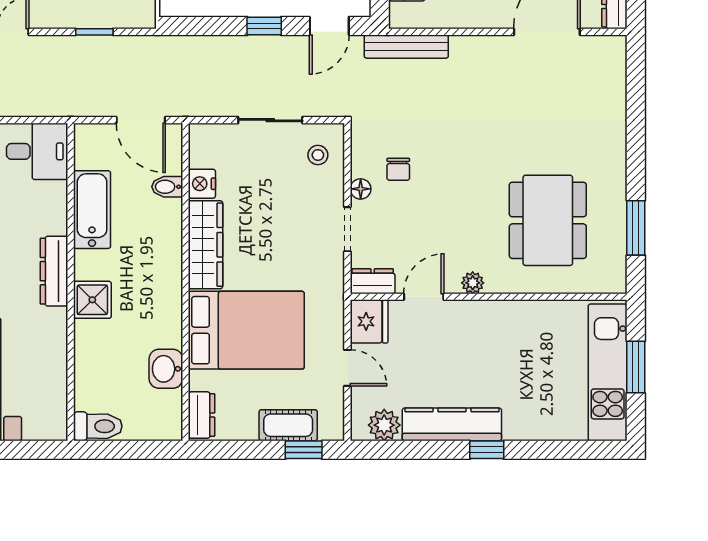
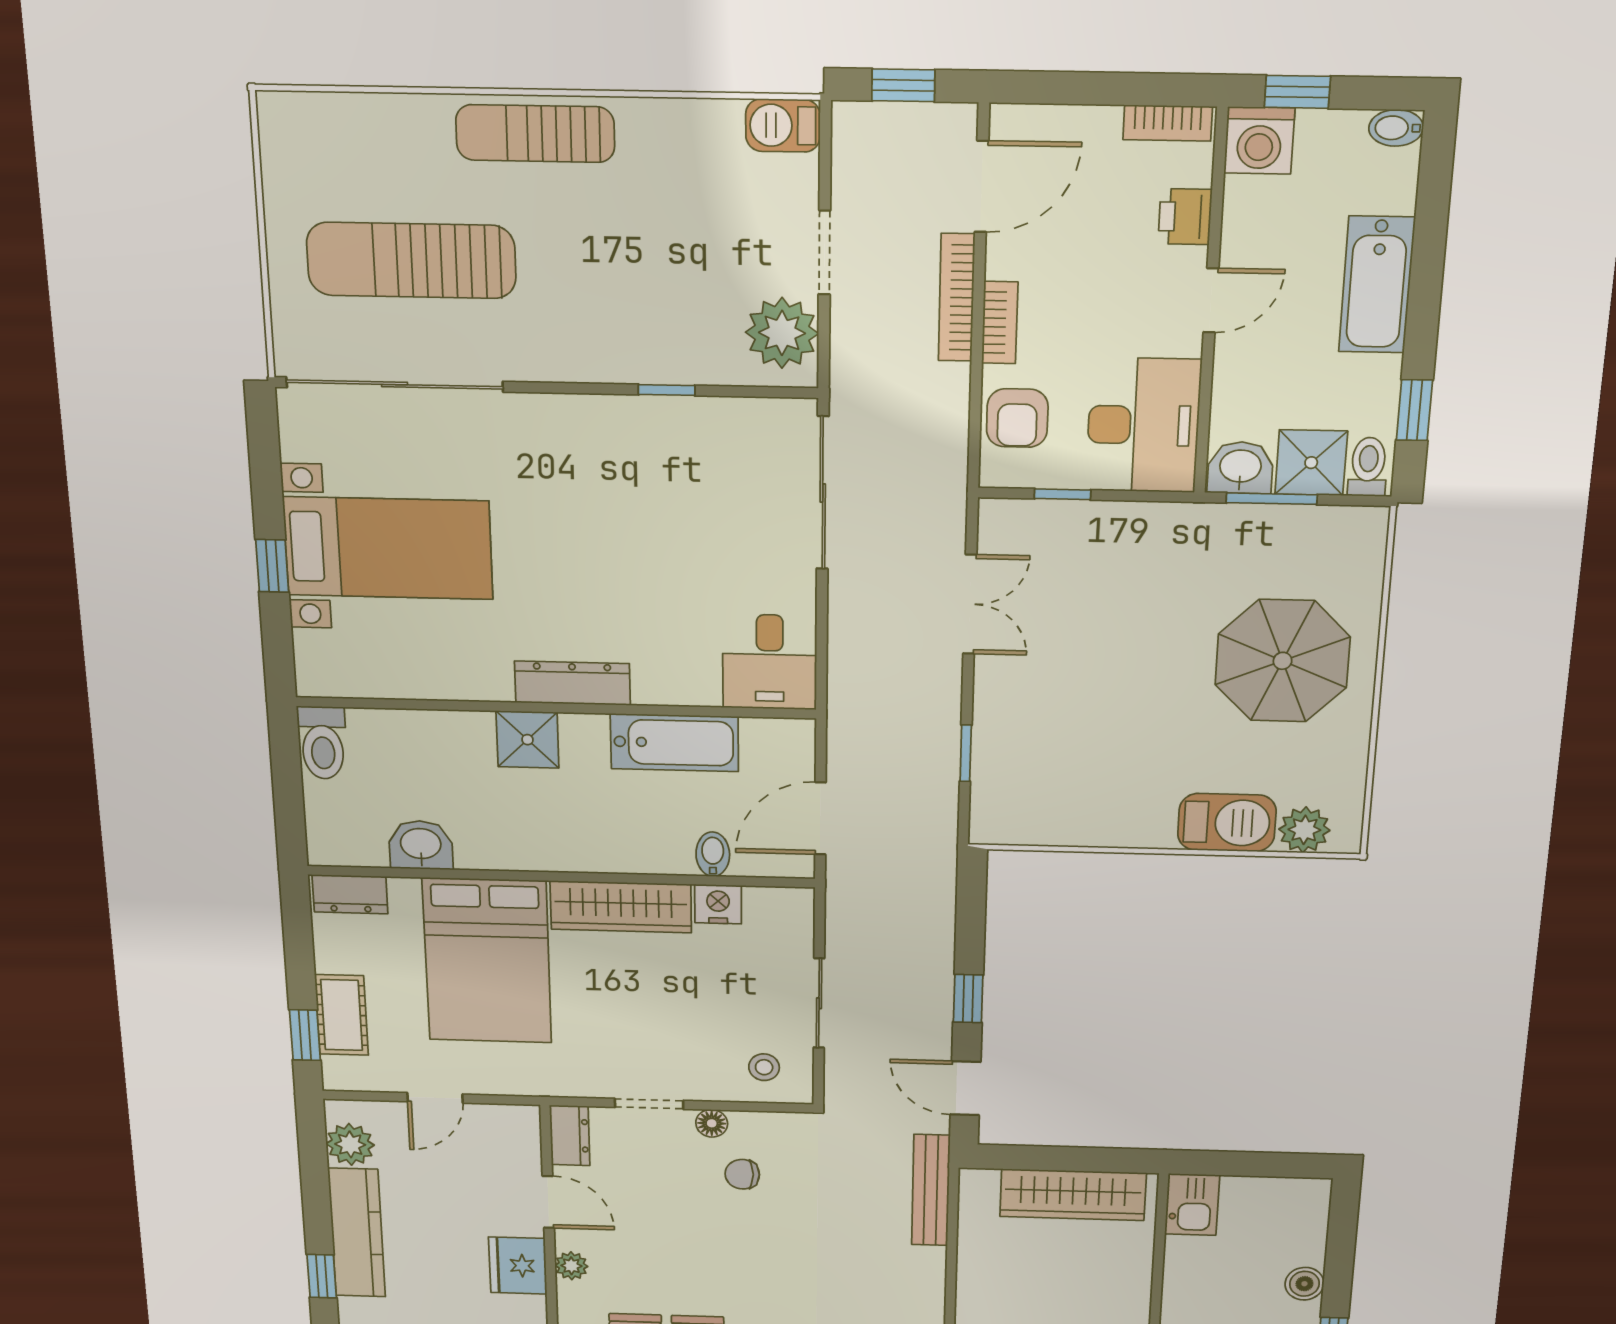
fridge: (369, 321) -> (518, 1266), moved, turned 90

